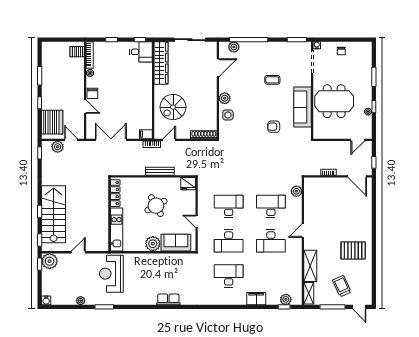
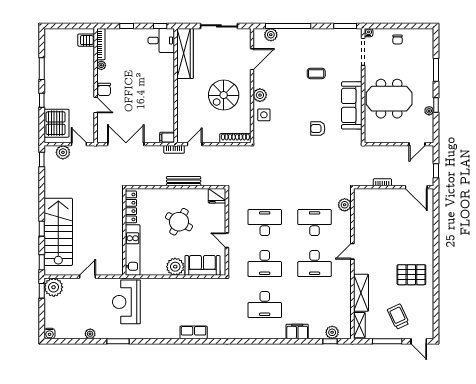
spiral stairs: (173, 107) -> (224, 95), moved
round table: (156, 206) -> (179, 222), turned -32
desk: (229, 276) -> (265, 305), turned 180

